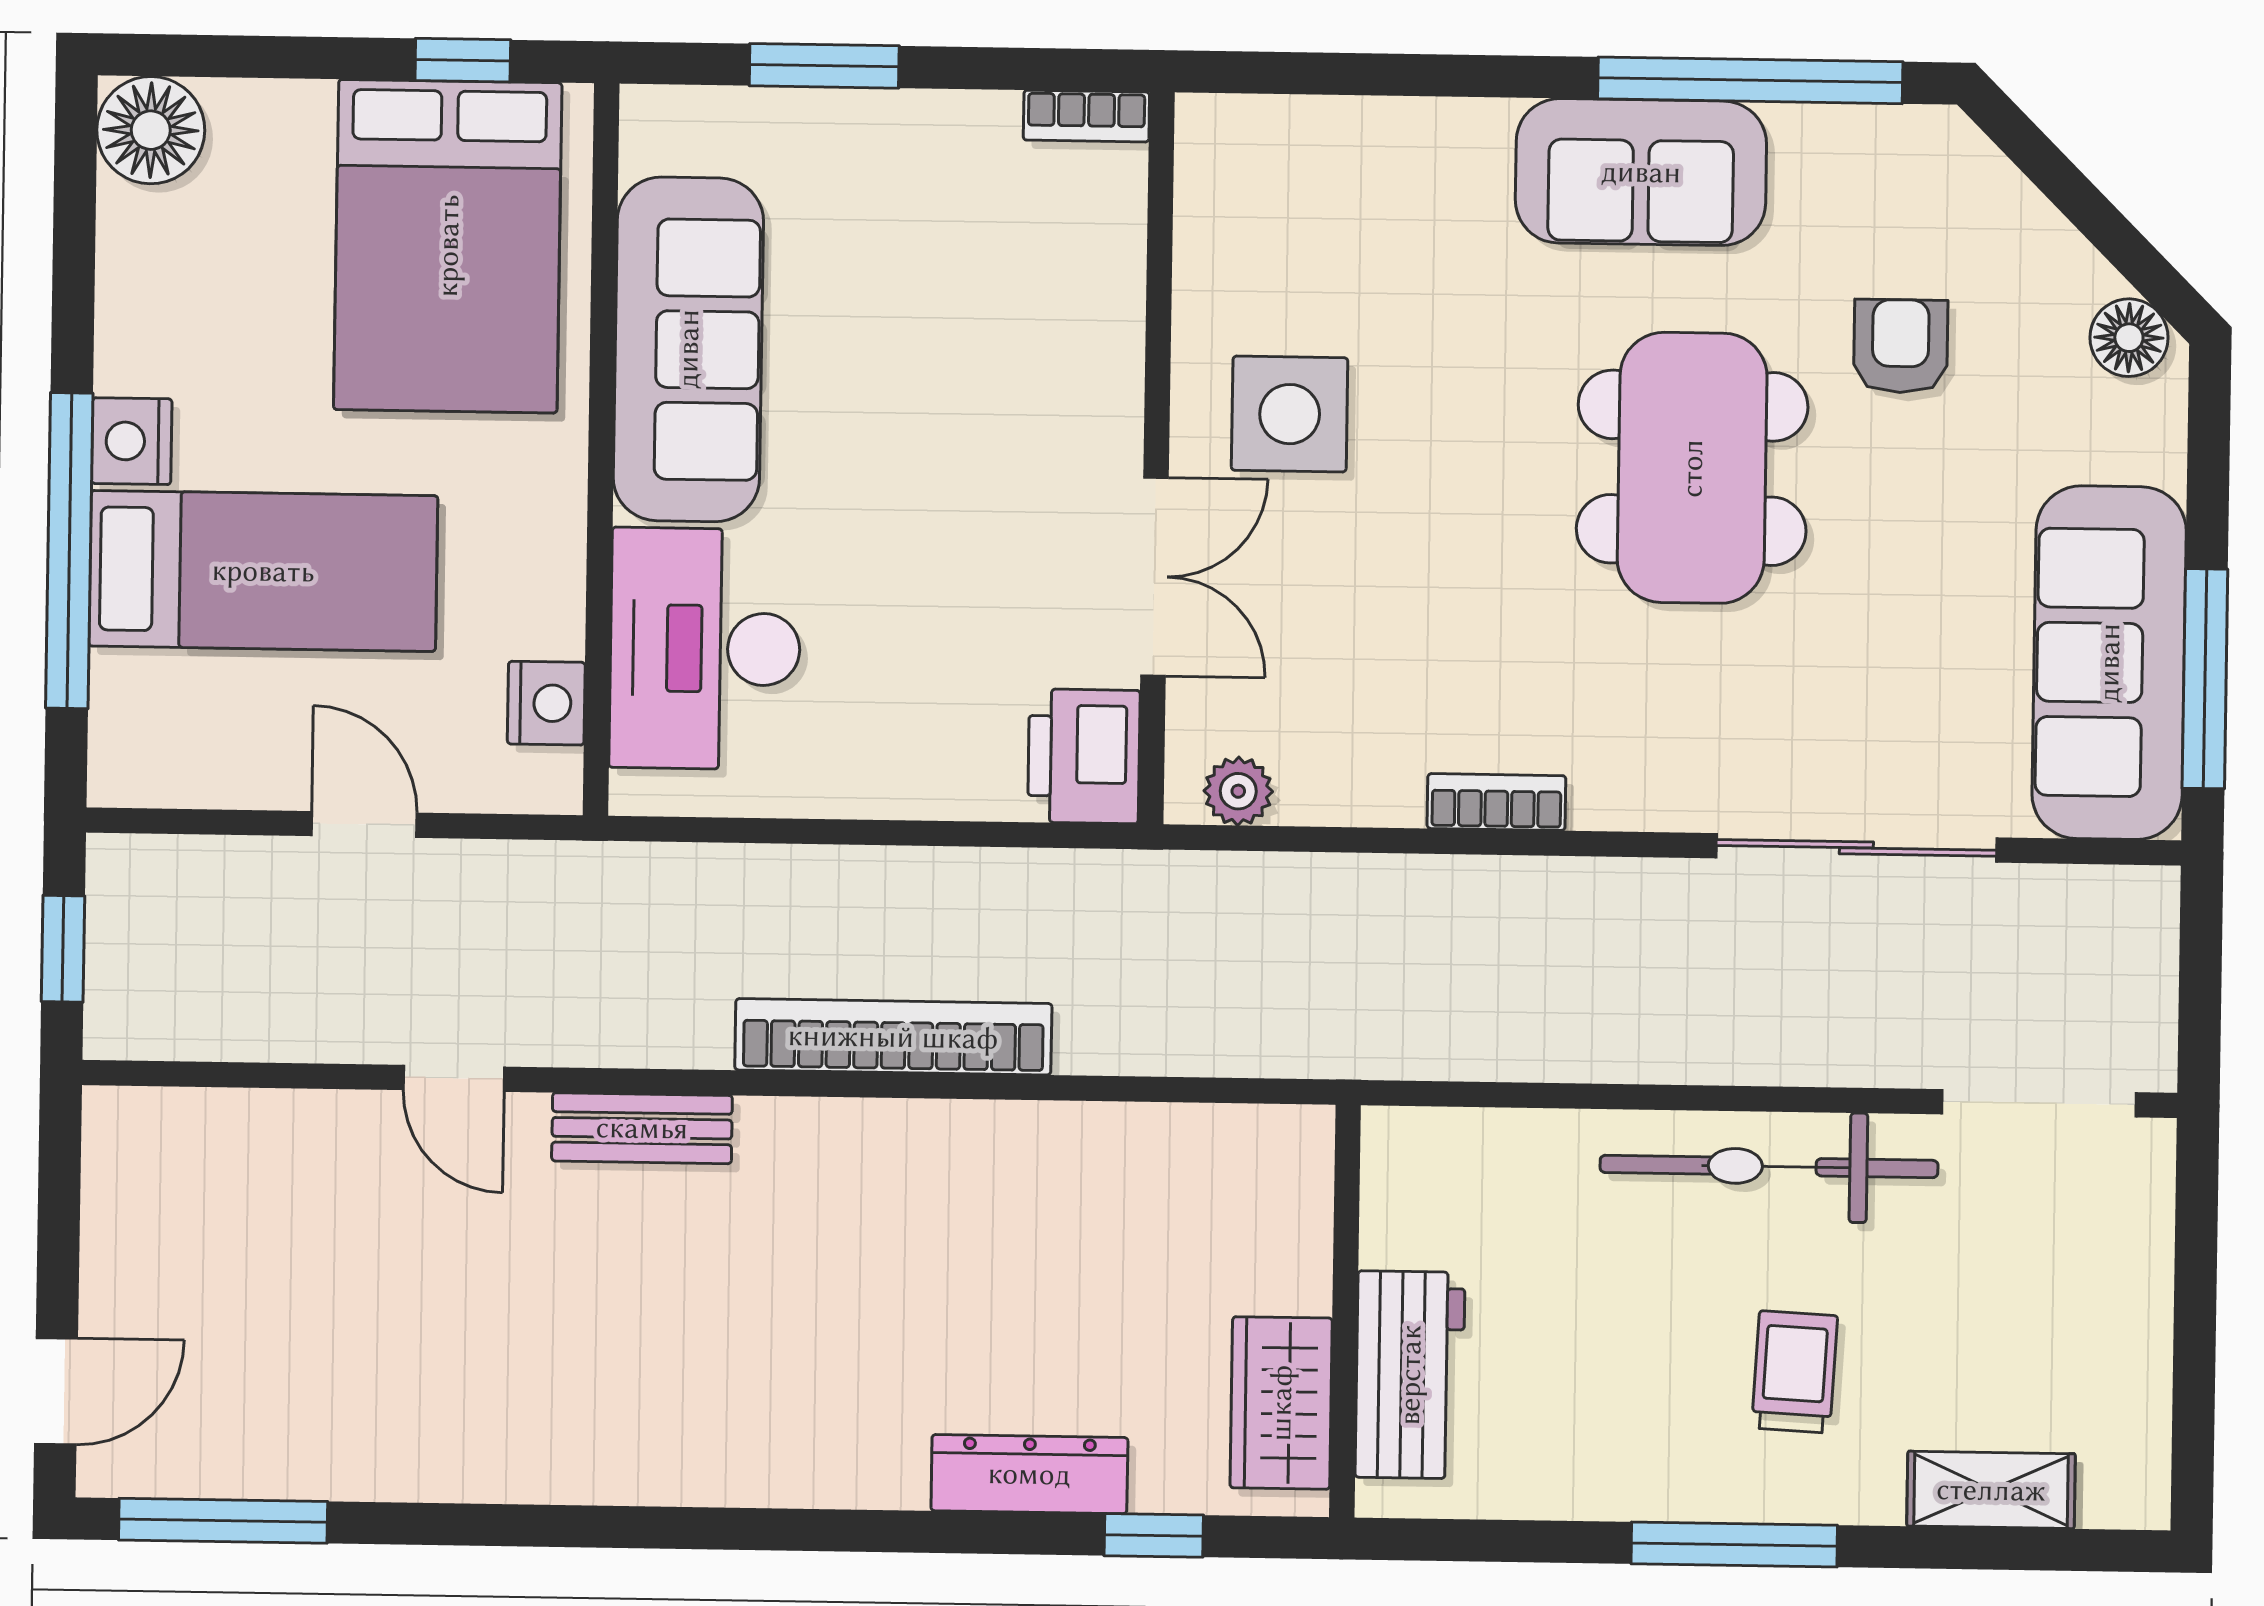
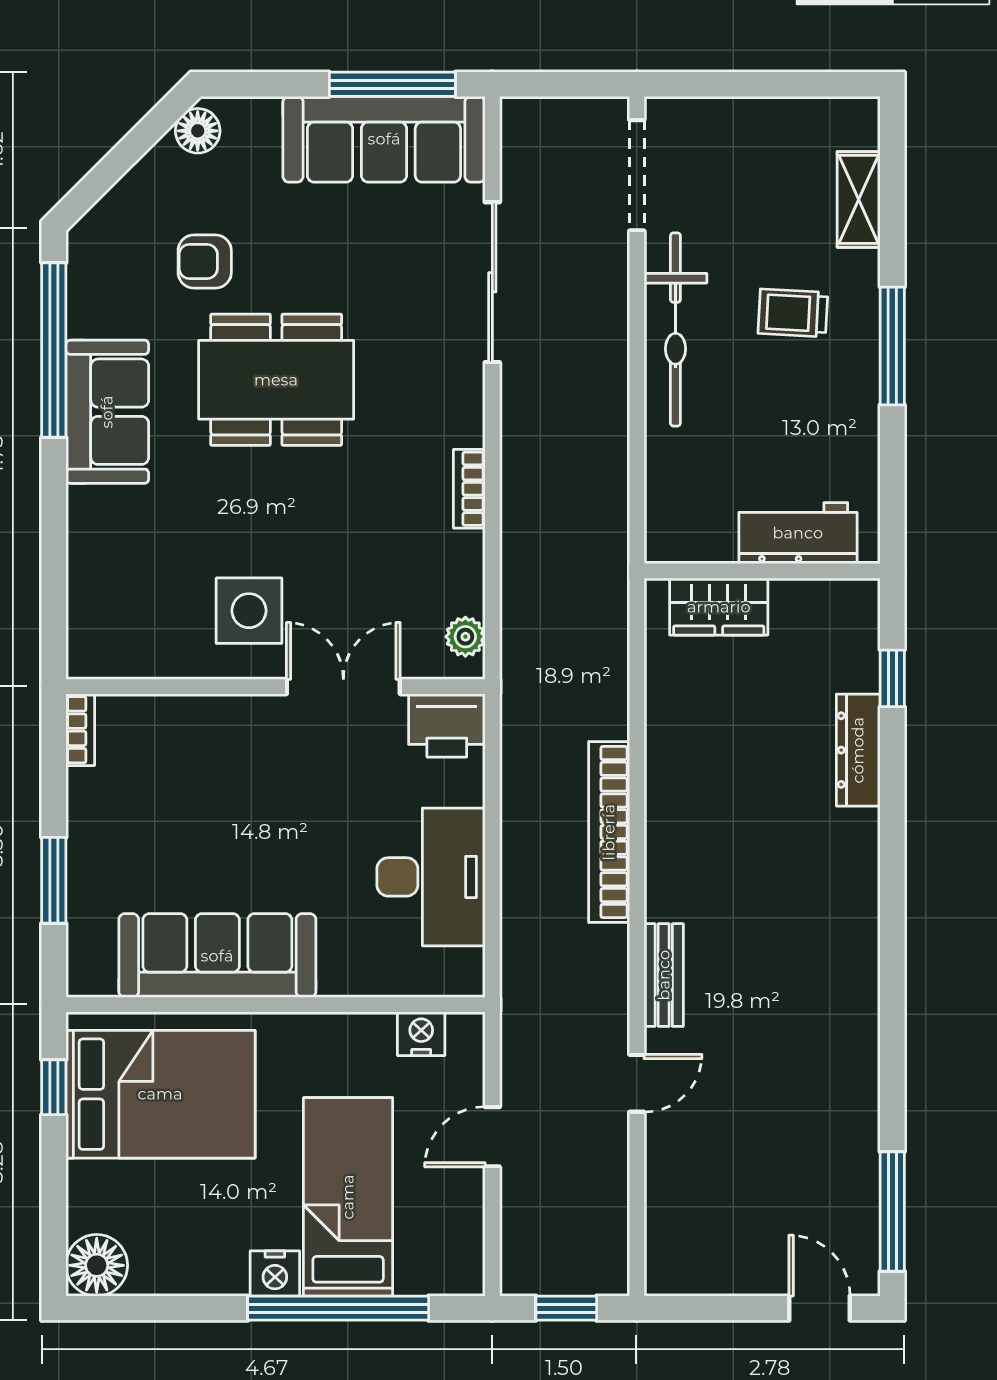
desk: (705, 649) -> (431, 877), moved, turned -90
wardrobe: (1281, 1403) -> (719, 607), moved

